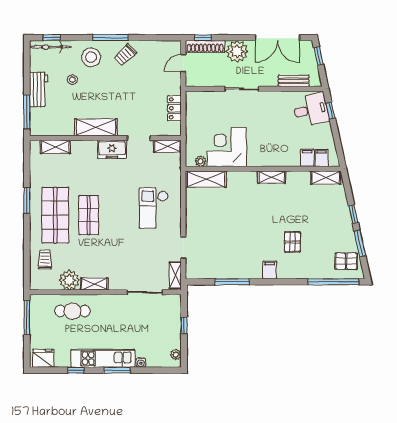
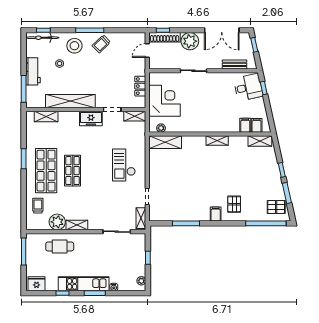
shelving: (96, 127) -> (70, 101), width x1.47
corner desk: (227, 147) -> (165, 101), moved, turned 90
pallet: (292, 242) -> (234, 204), moved

